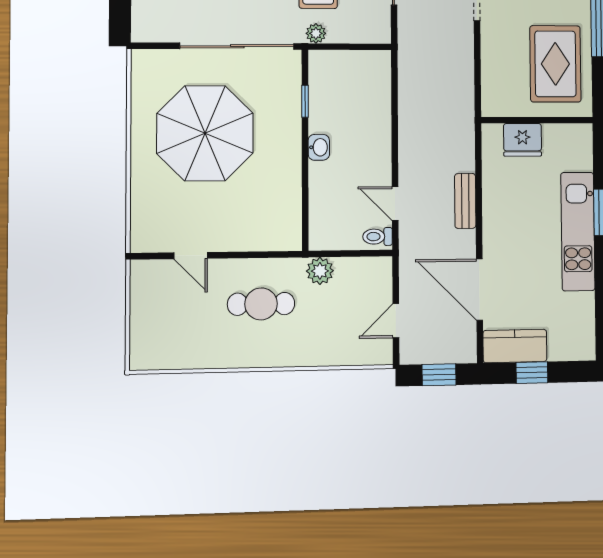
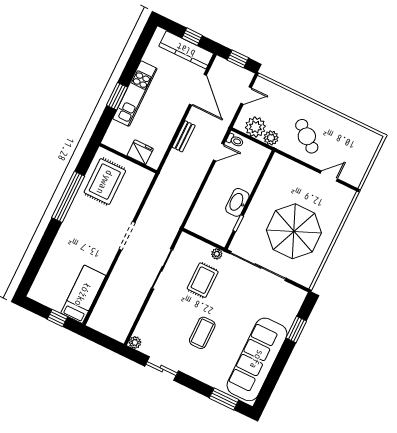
washbasin: (319, 147) -> (237, 202), width x1.91, depth x1.45
door: (395, 204) -> (219, 152), hinge flipped
door: (191, 256) -> (329, 176), hinge flipped
plant: (355, 276) -> (255, 127), added
cafe table: (261, 304) -> (307, 136), turned 40
kitchen counter: (515, 346) -> (186, 50), width x1.50

